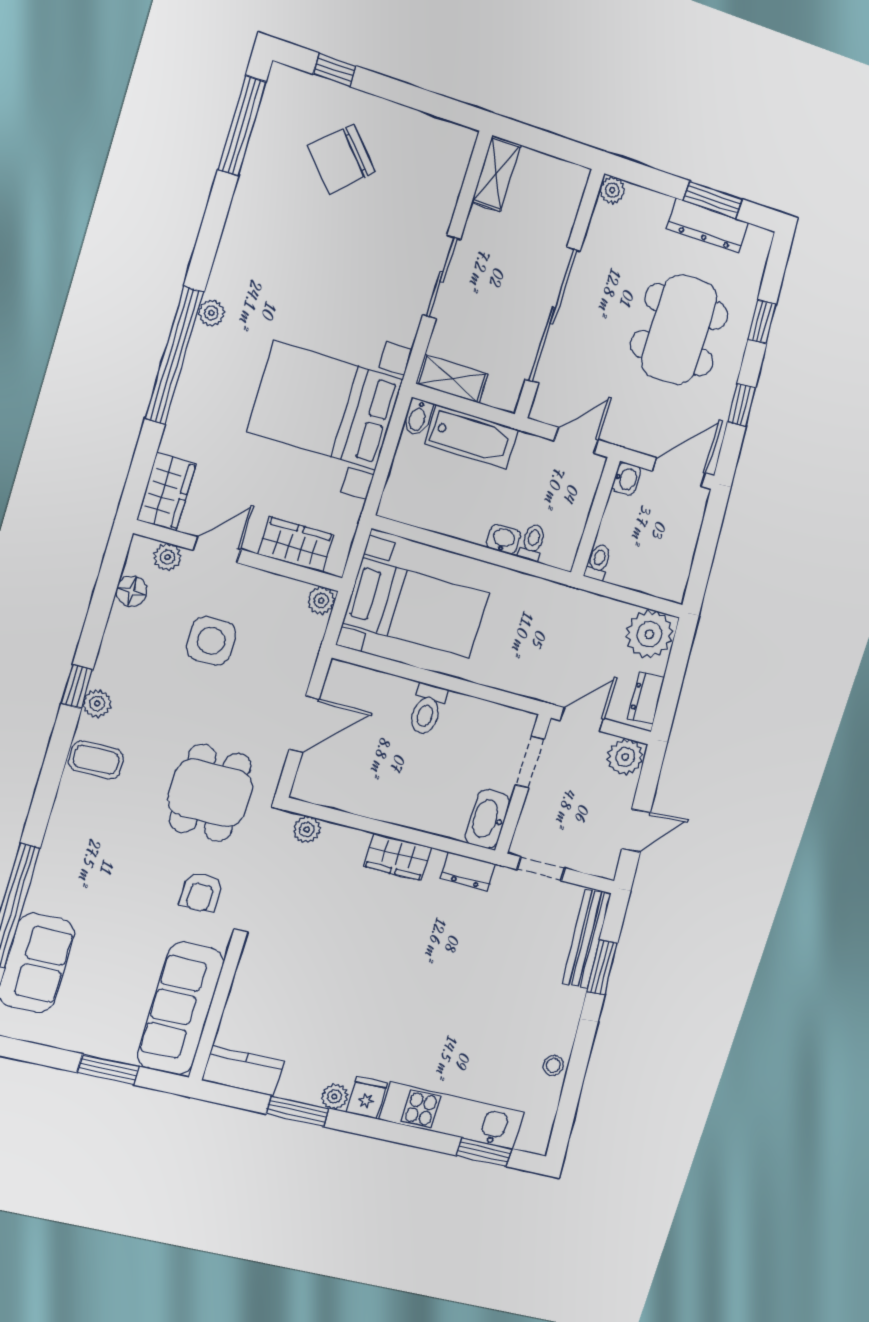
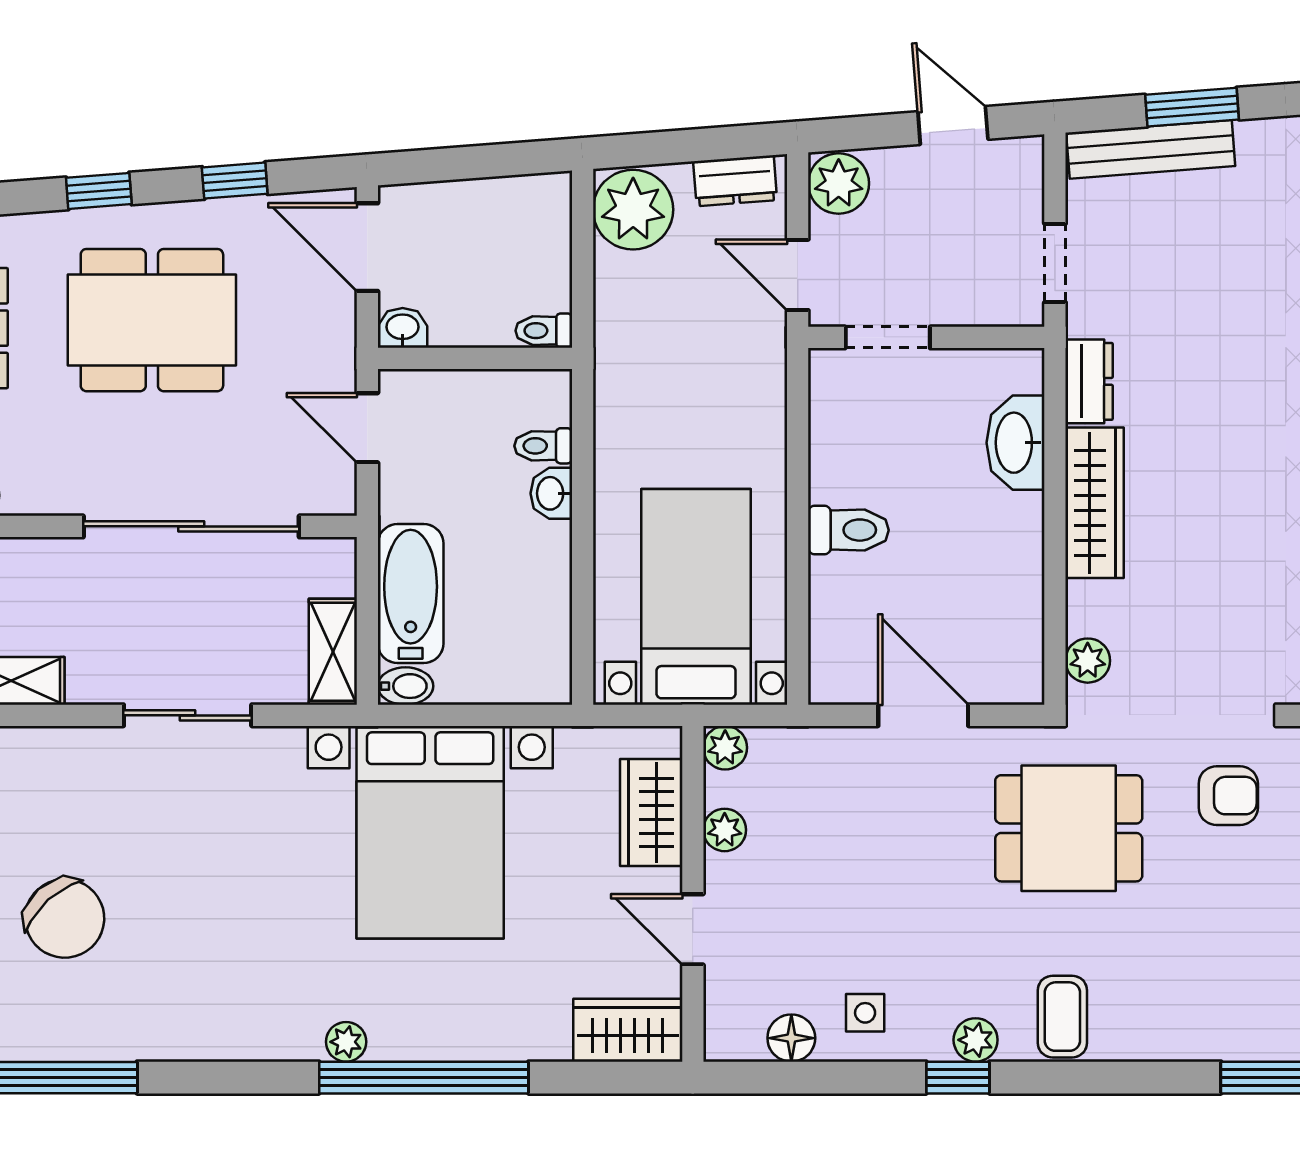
plant: (168, 557) -> (725, 830), moved
side table: (211, 641) -> (865, 1013), moved, width x0.54, depth x0.54
washbasin: (488, 819) -> (1016, 443), moved, turned 90
wardrobe: (398, 857) -> (1095, 503), width x1.50

